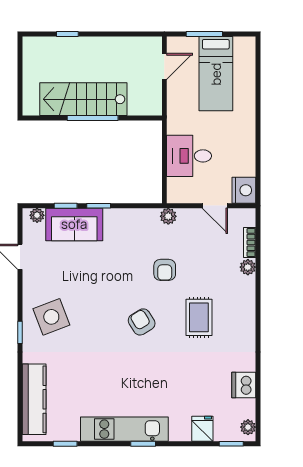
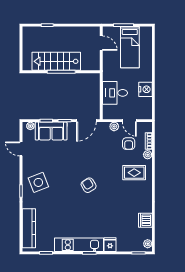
door: (164, 66) -> (101, 43), hinge flipped
nightstand: (244, 190) -> (145, 89), moved
door: (138, 206) -> (86, 121), added
plant: (168, 216) -> (114, 126), moved
armchair: (165, 270) -> (129, 144), moved
rug: (199, 317) -> (134, 173), moved, turned 90
fridge: (202, 429) -> (110, 245), moved

